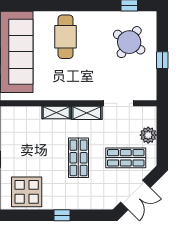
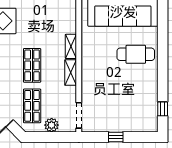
round table: (129, 42) -> (131, 109), removed
doorway: (119, 103) -> (79, 115), moved
shop shelf: (78, 158) -> (32, 65), turned 90

